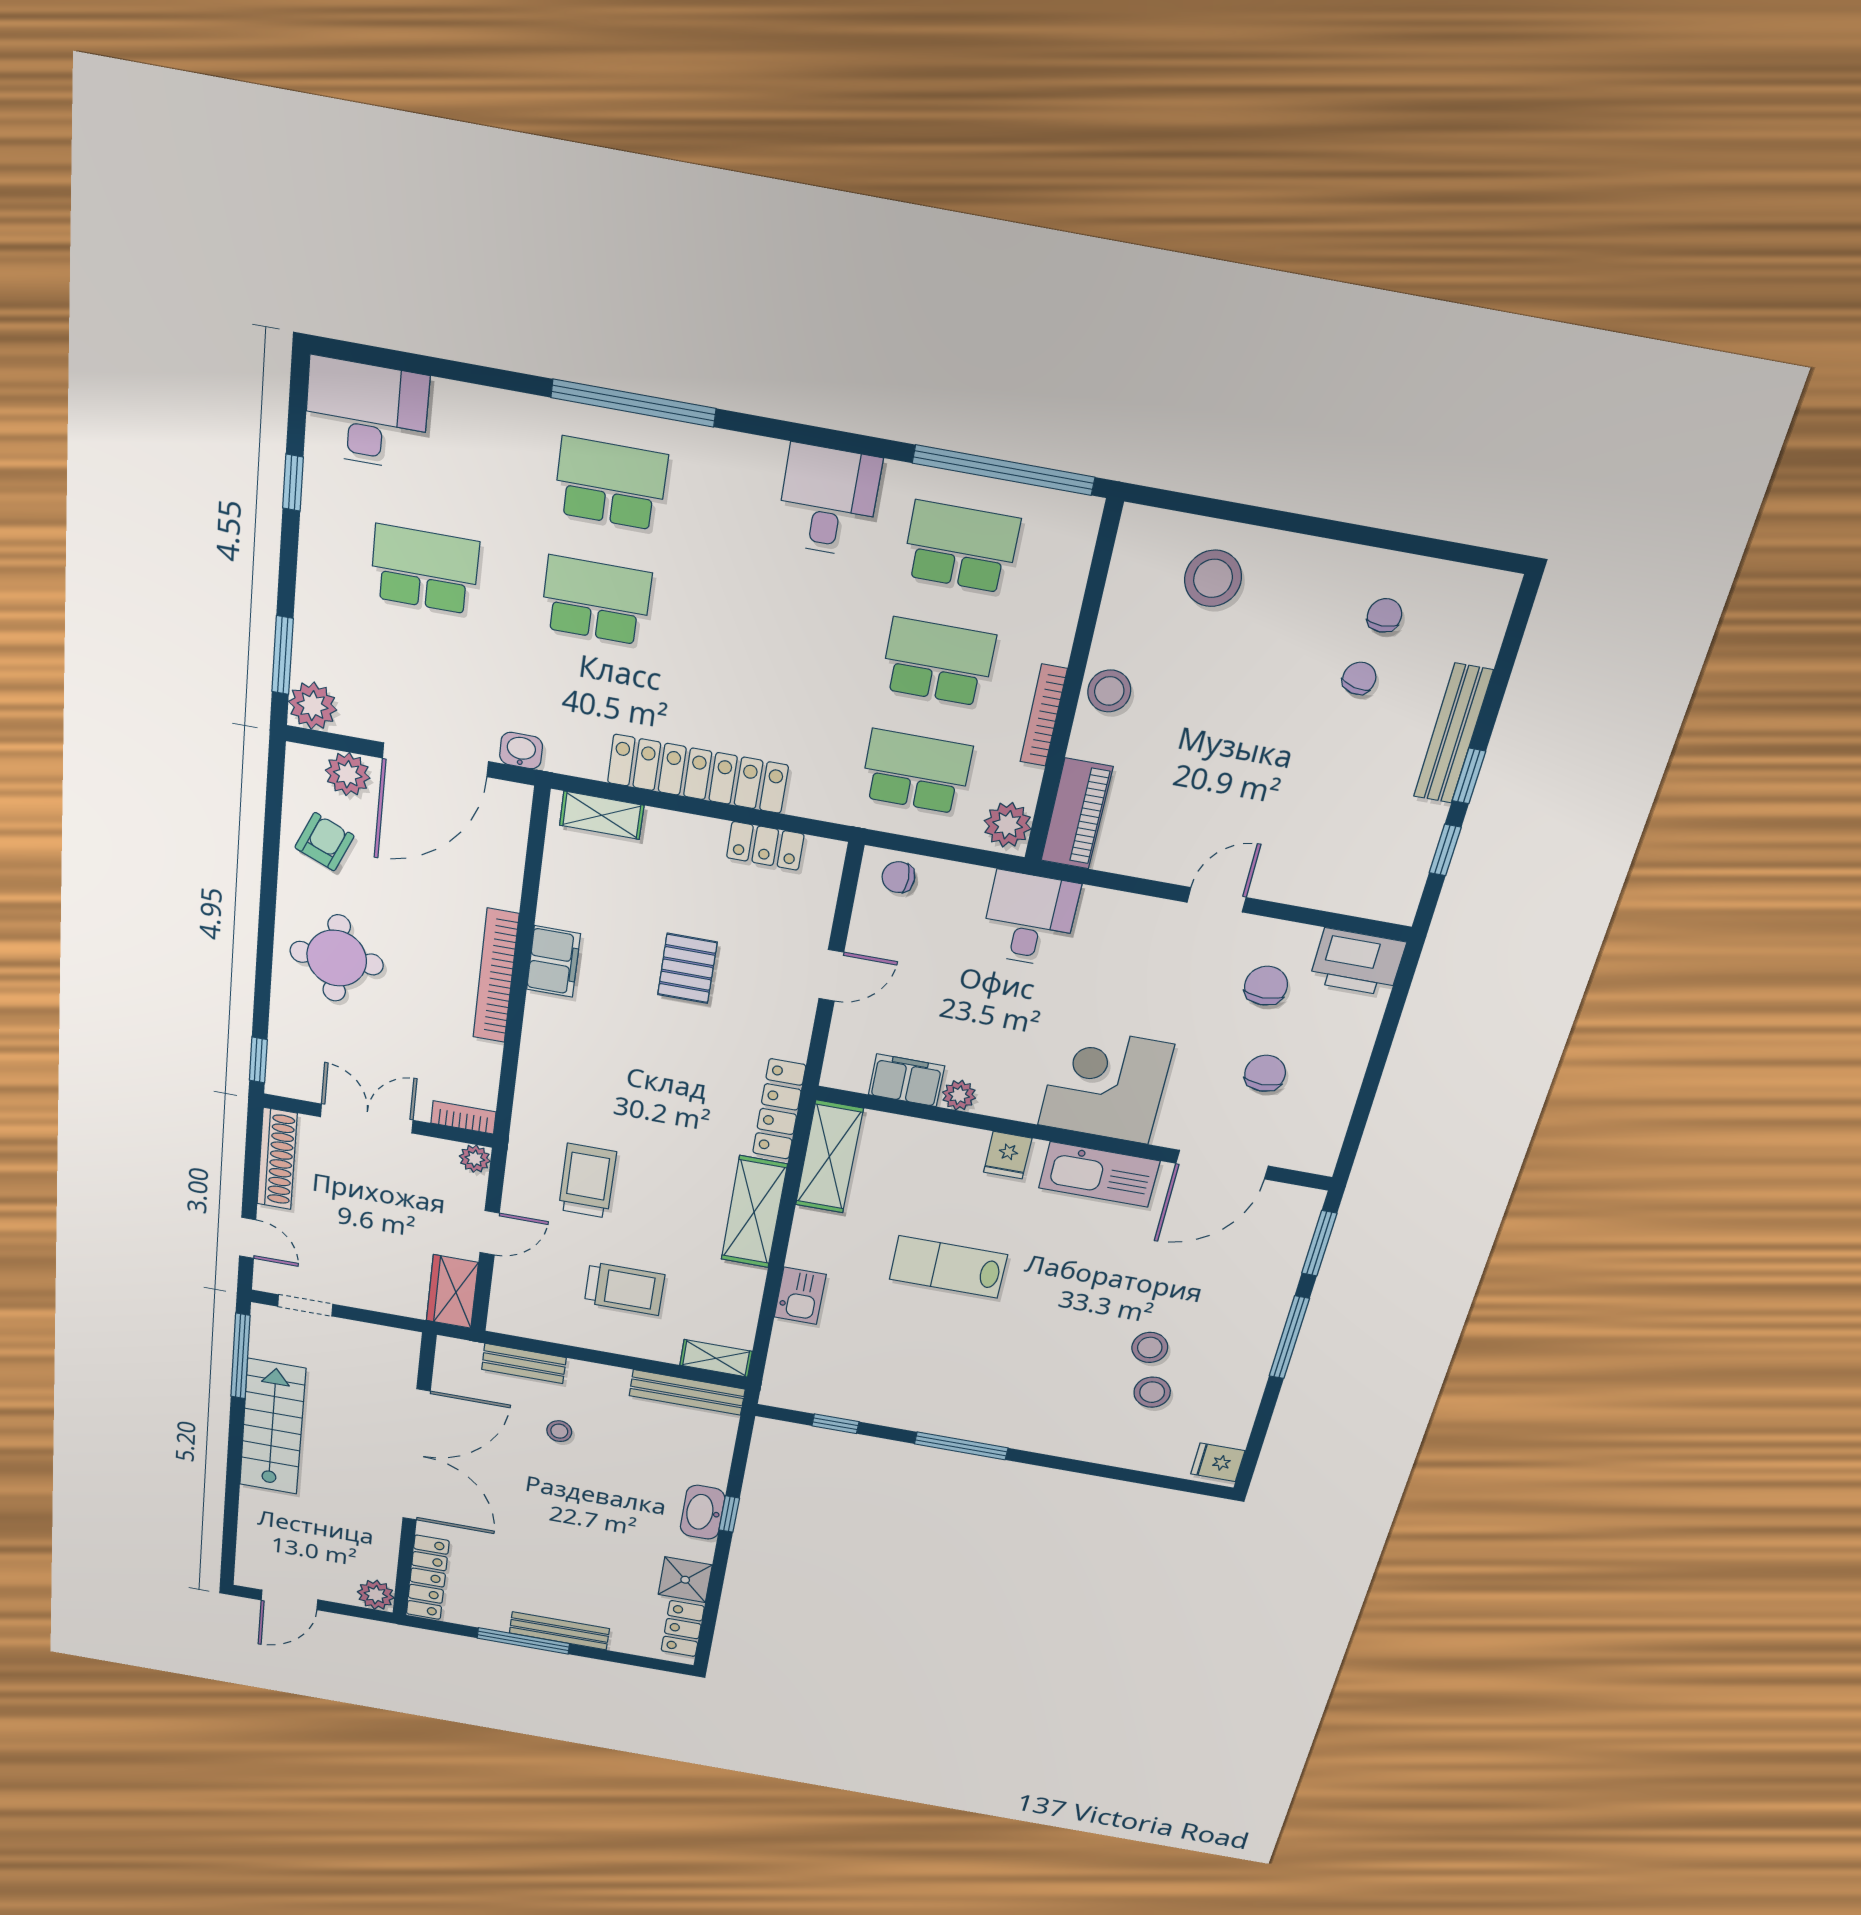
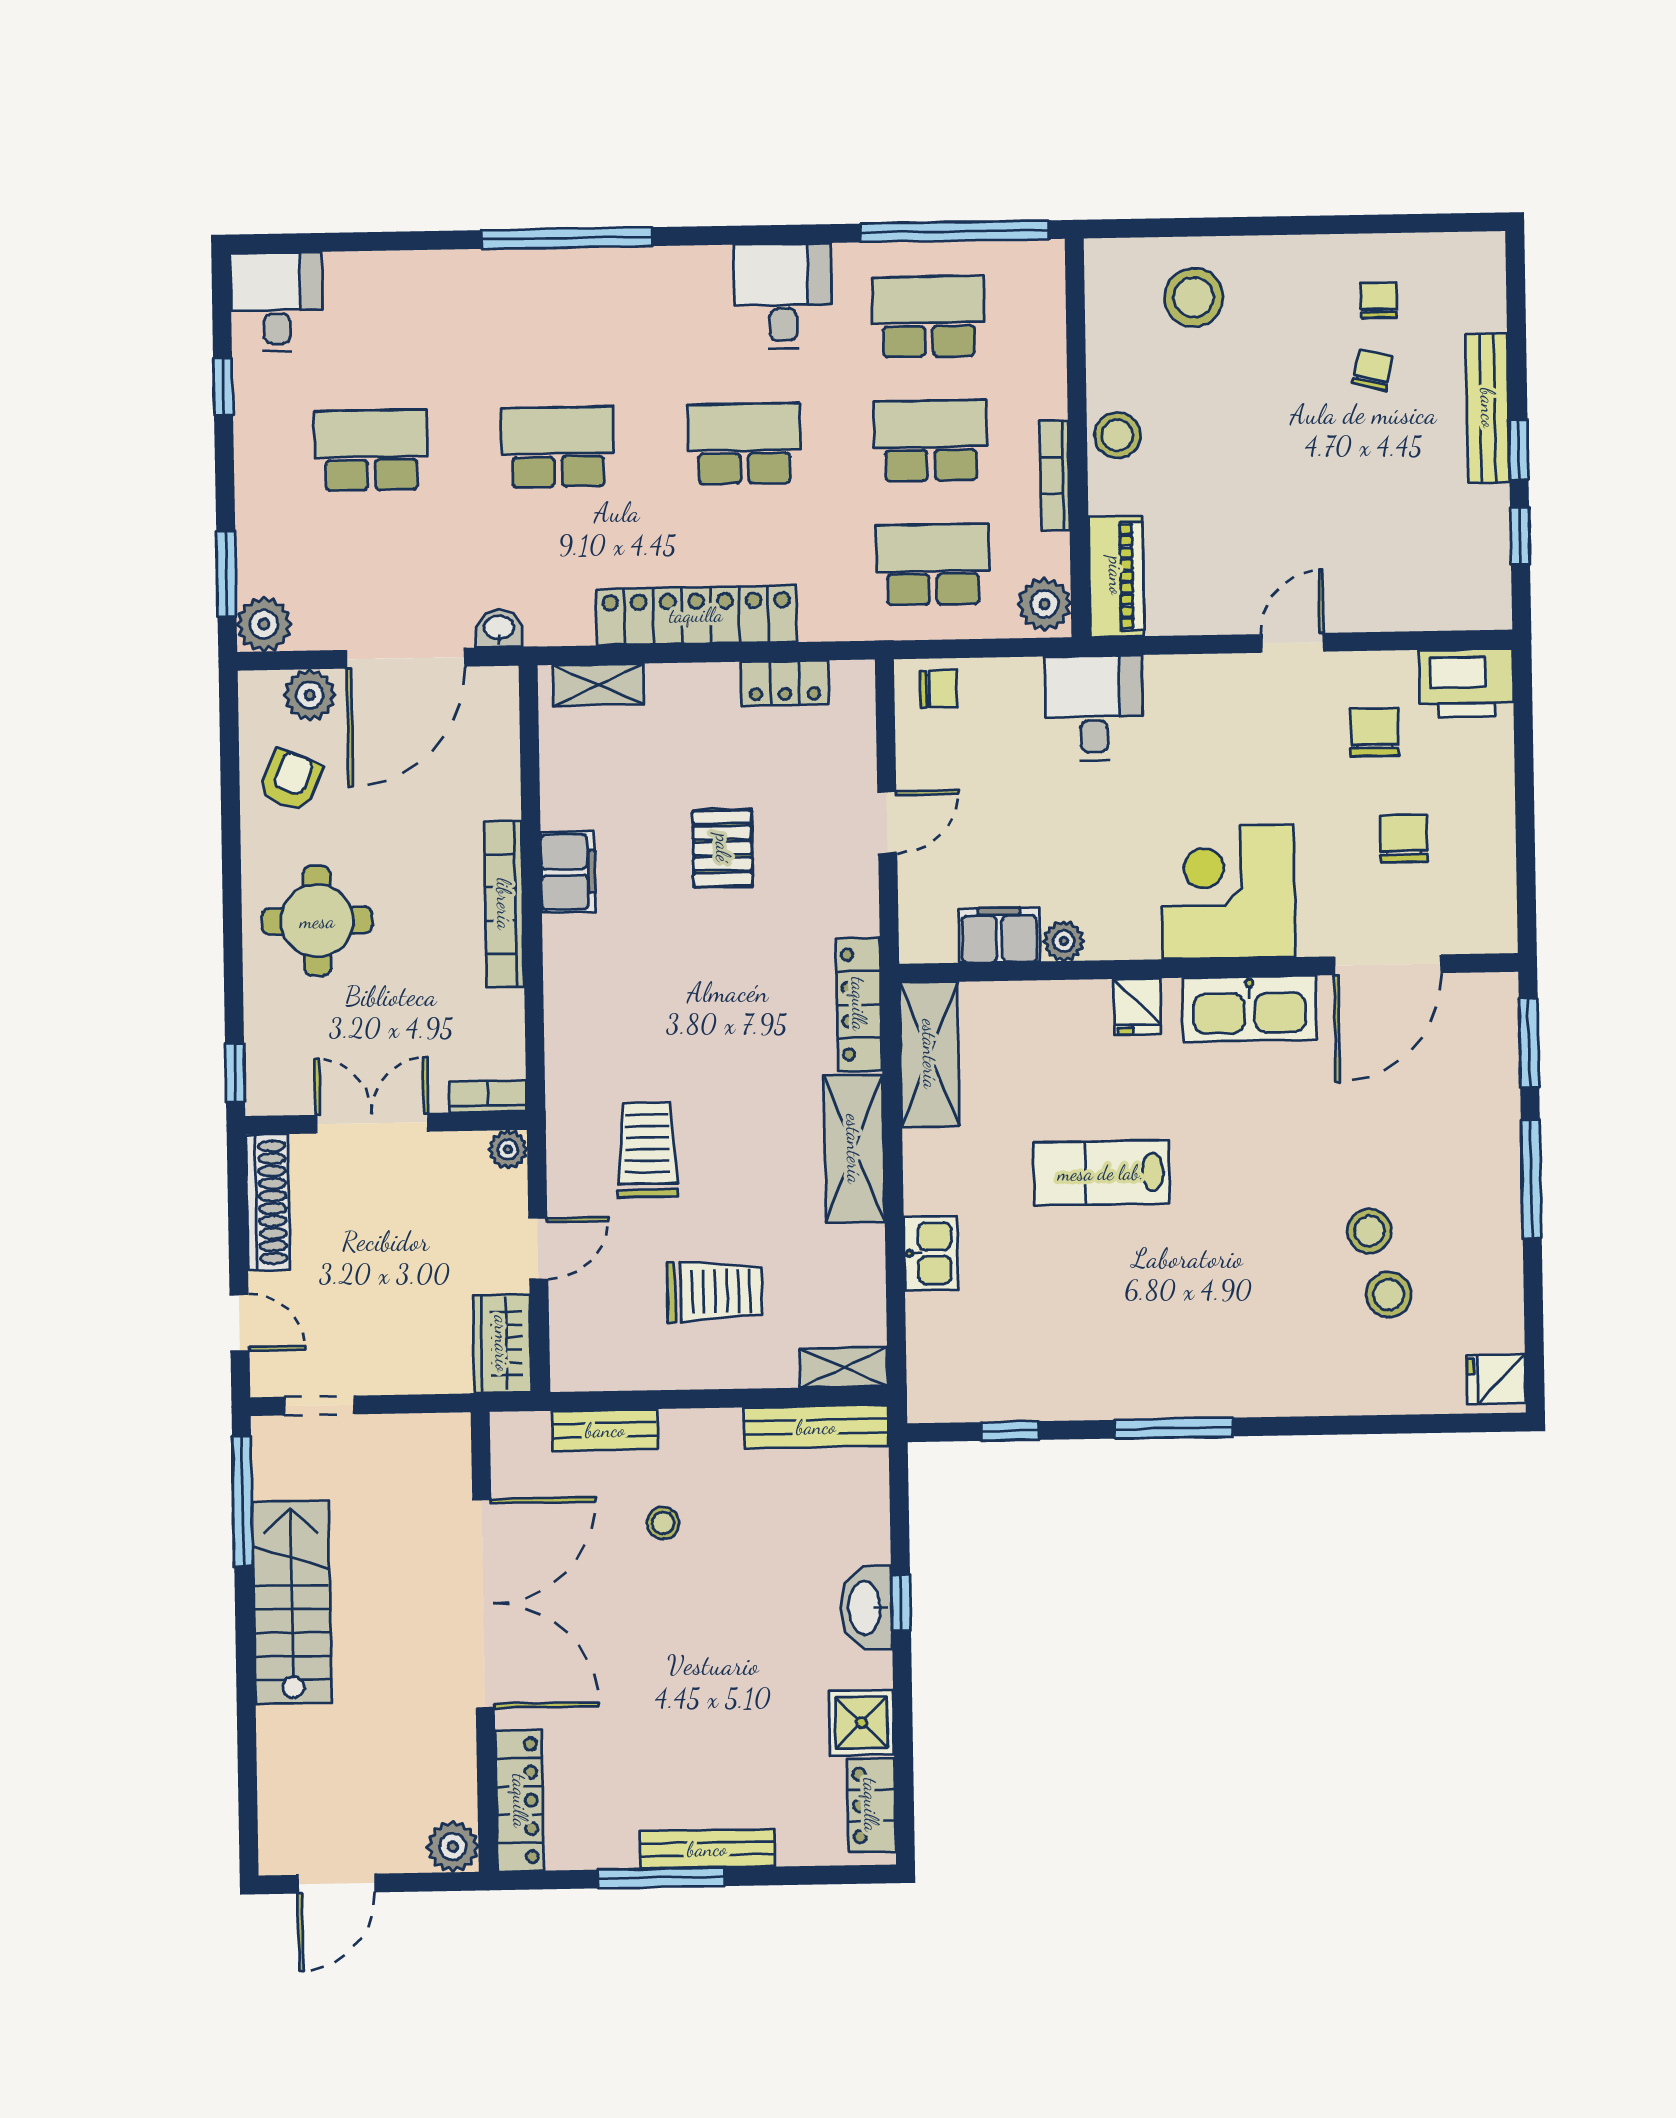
desk: (366, 414) -> (277, 302), width x0.73
school desk: (611, 484) -> (744, 444), moved
chair: (898, 877) -> (939, 689), turned 180

